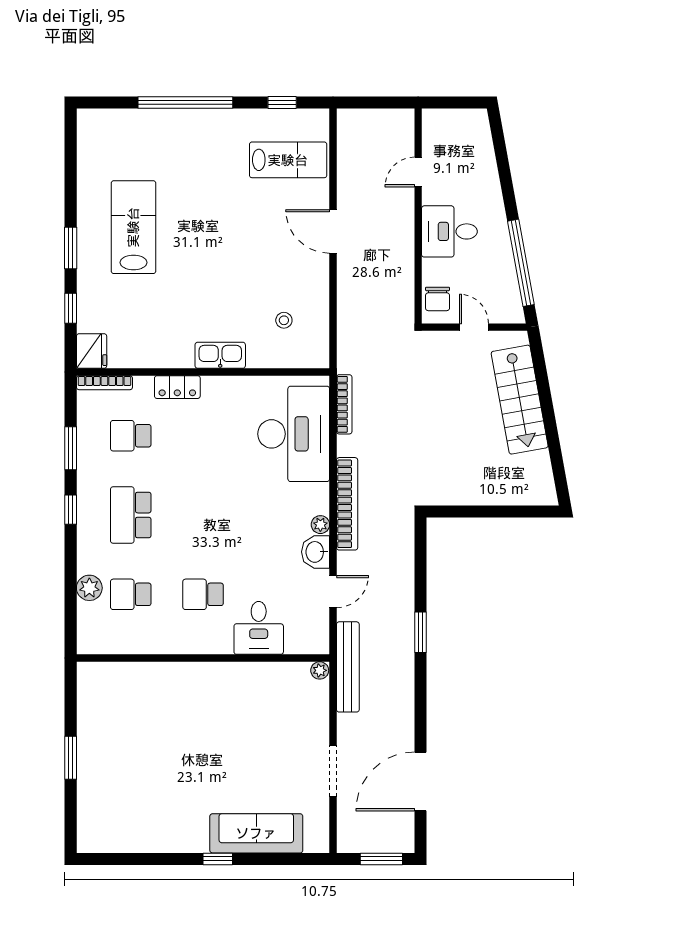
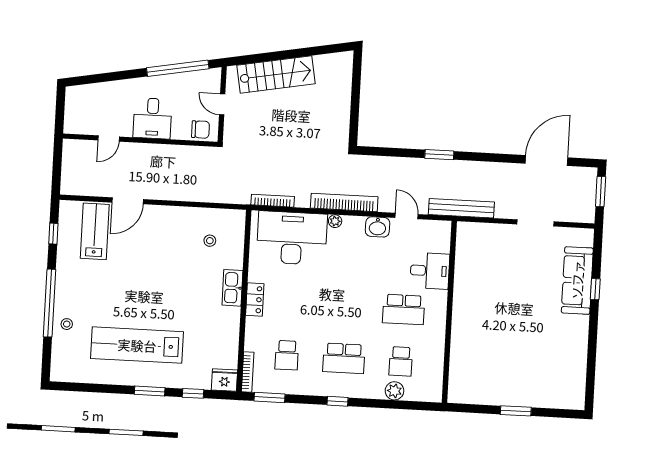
stool: (157, 128) -> (67, 324), added
door: (418, 172) -> (109, 138), hinge flipped
lab bench: (133, 227) -> (137, 345), width x1.36
door: (333, 231) -> (128, 201), moved
door: (474, 327) -> (222, 104), hinge flipped
locker: (177, 387) -> (255, 300), moved
window: (71, 448) -> (270, 398), moved
plant: (320, 525) -> (335, 221), moved
school desk: (203, 594) -> (404, 309), width x1.85
plant: (320, 670) -> (463, 229), removed
door: (420, 781) -> (546, 161), swing flipped
window: (218, 859) -> (595, 289), moved

